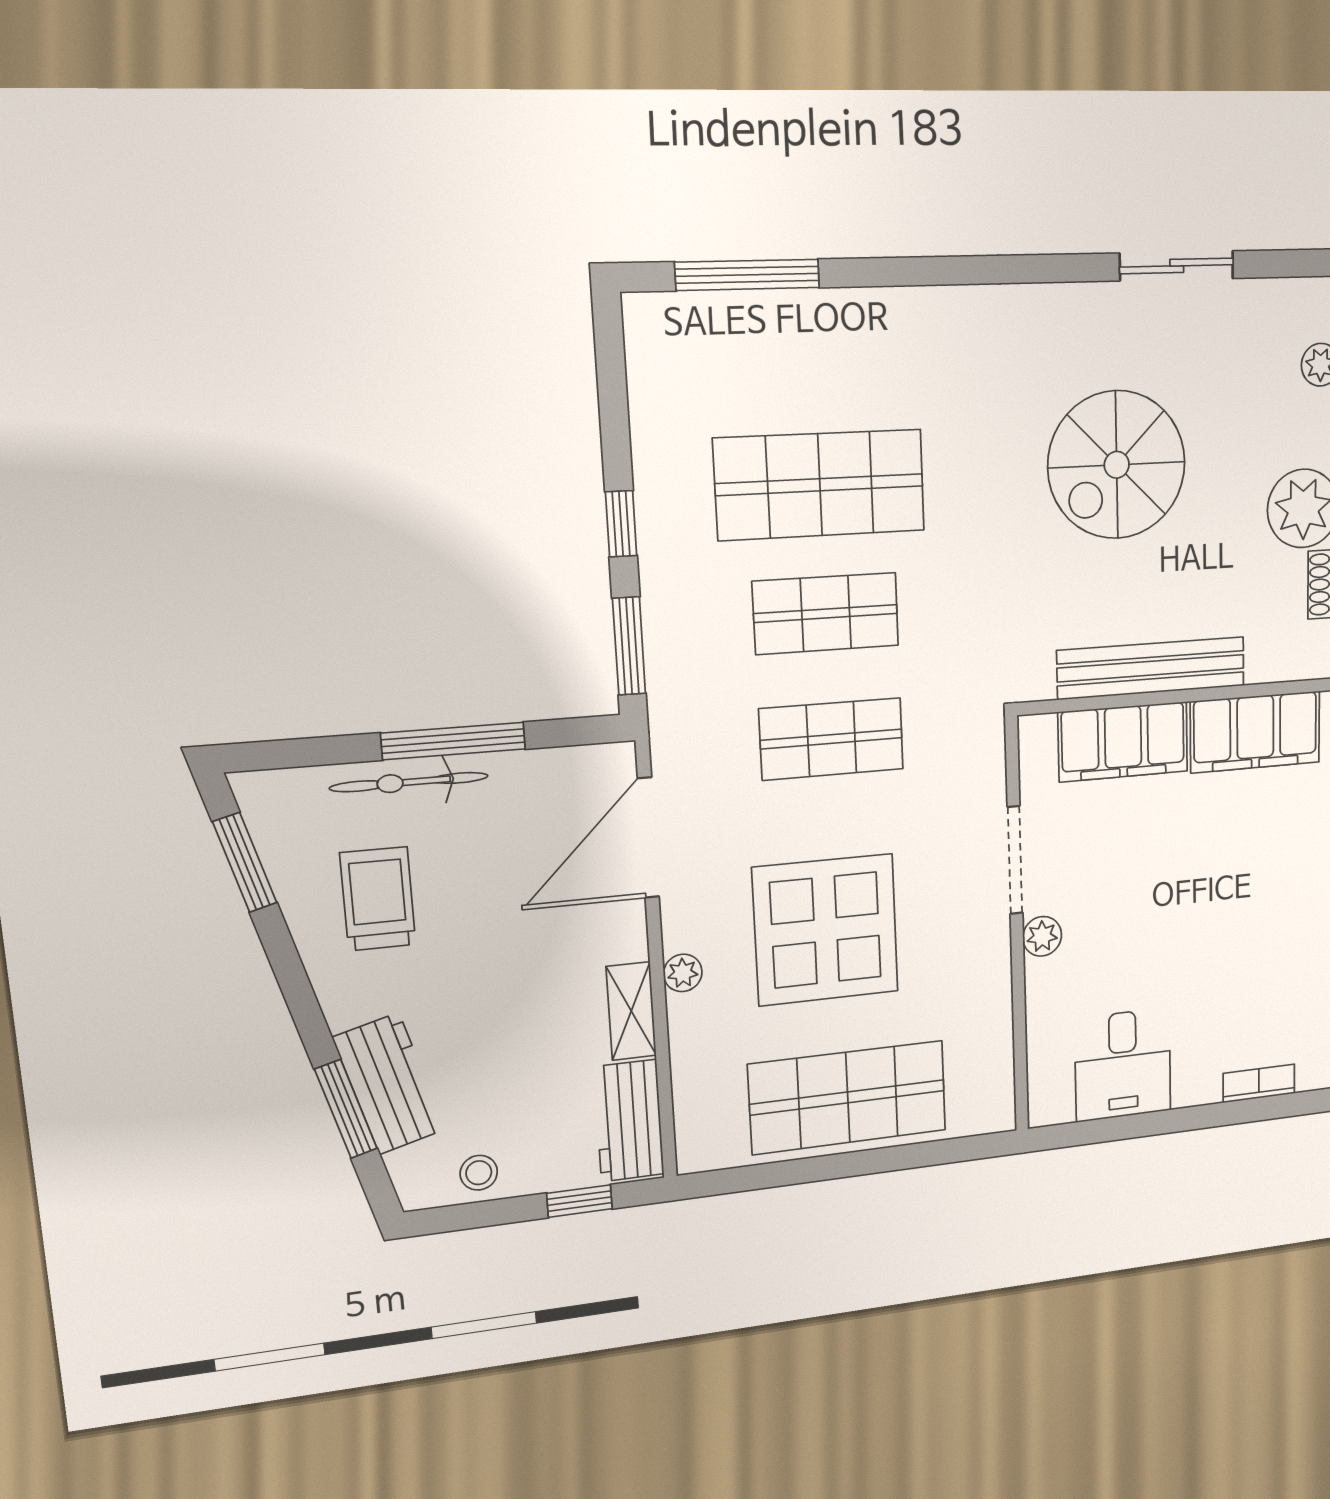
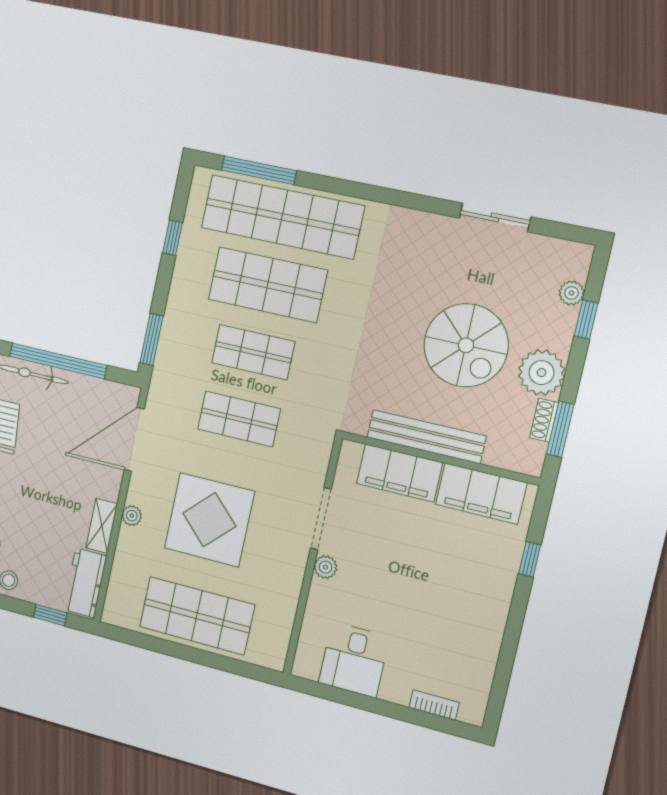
shop shelf: (814, 353) -> (282, 217), added
spiral stairs: (1117, 465) -> (466, 345), moved, turned -90
window: (621, 524) -> (172, 238), moved
window: (453, 741) -> (58, 361), width x1.46

